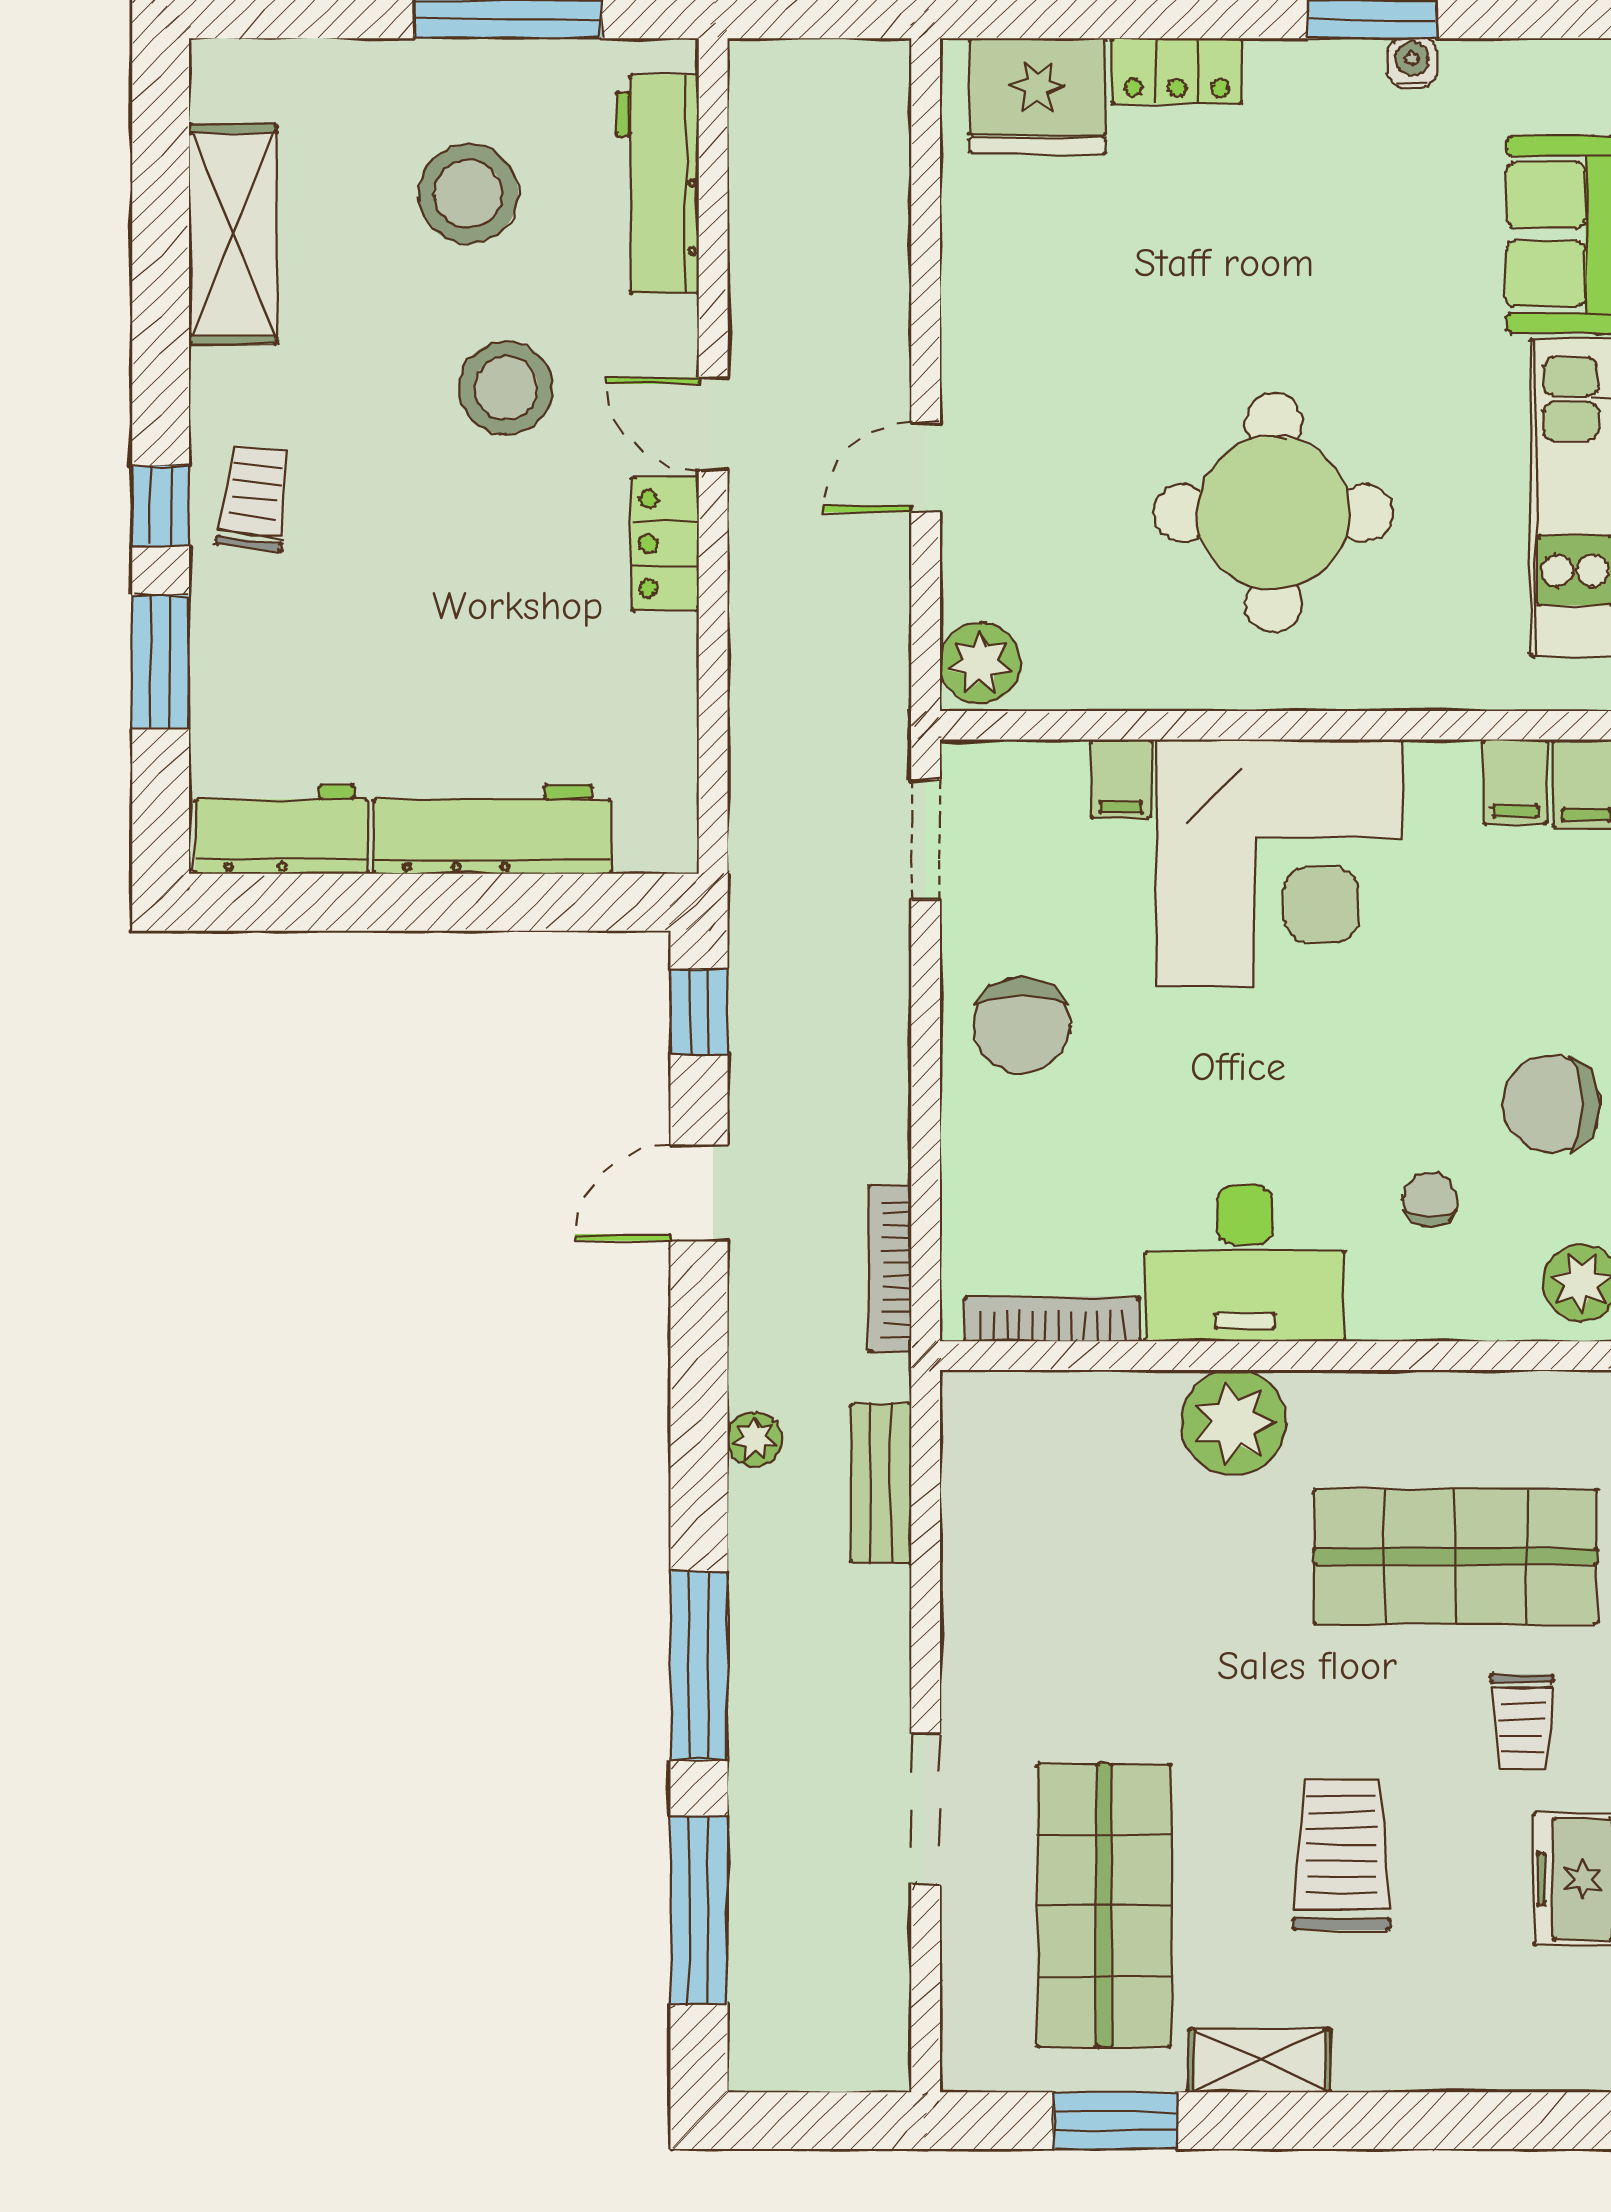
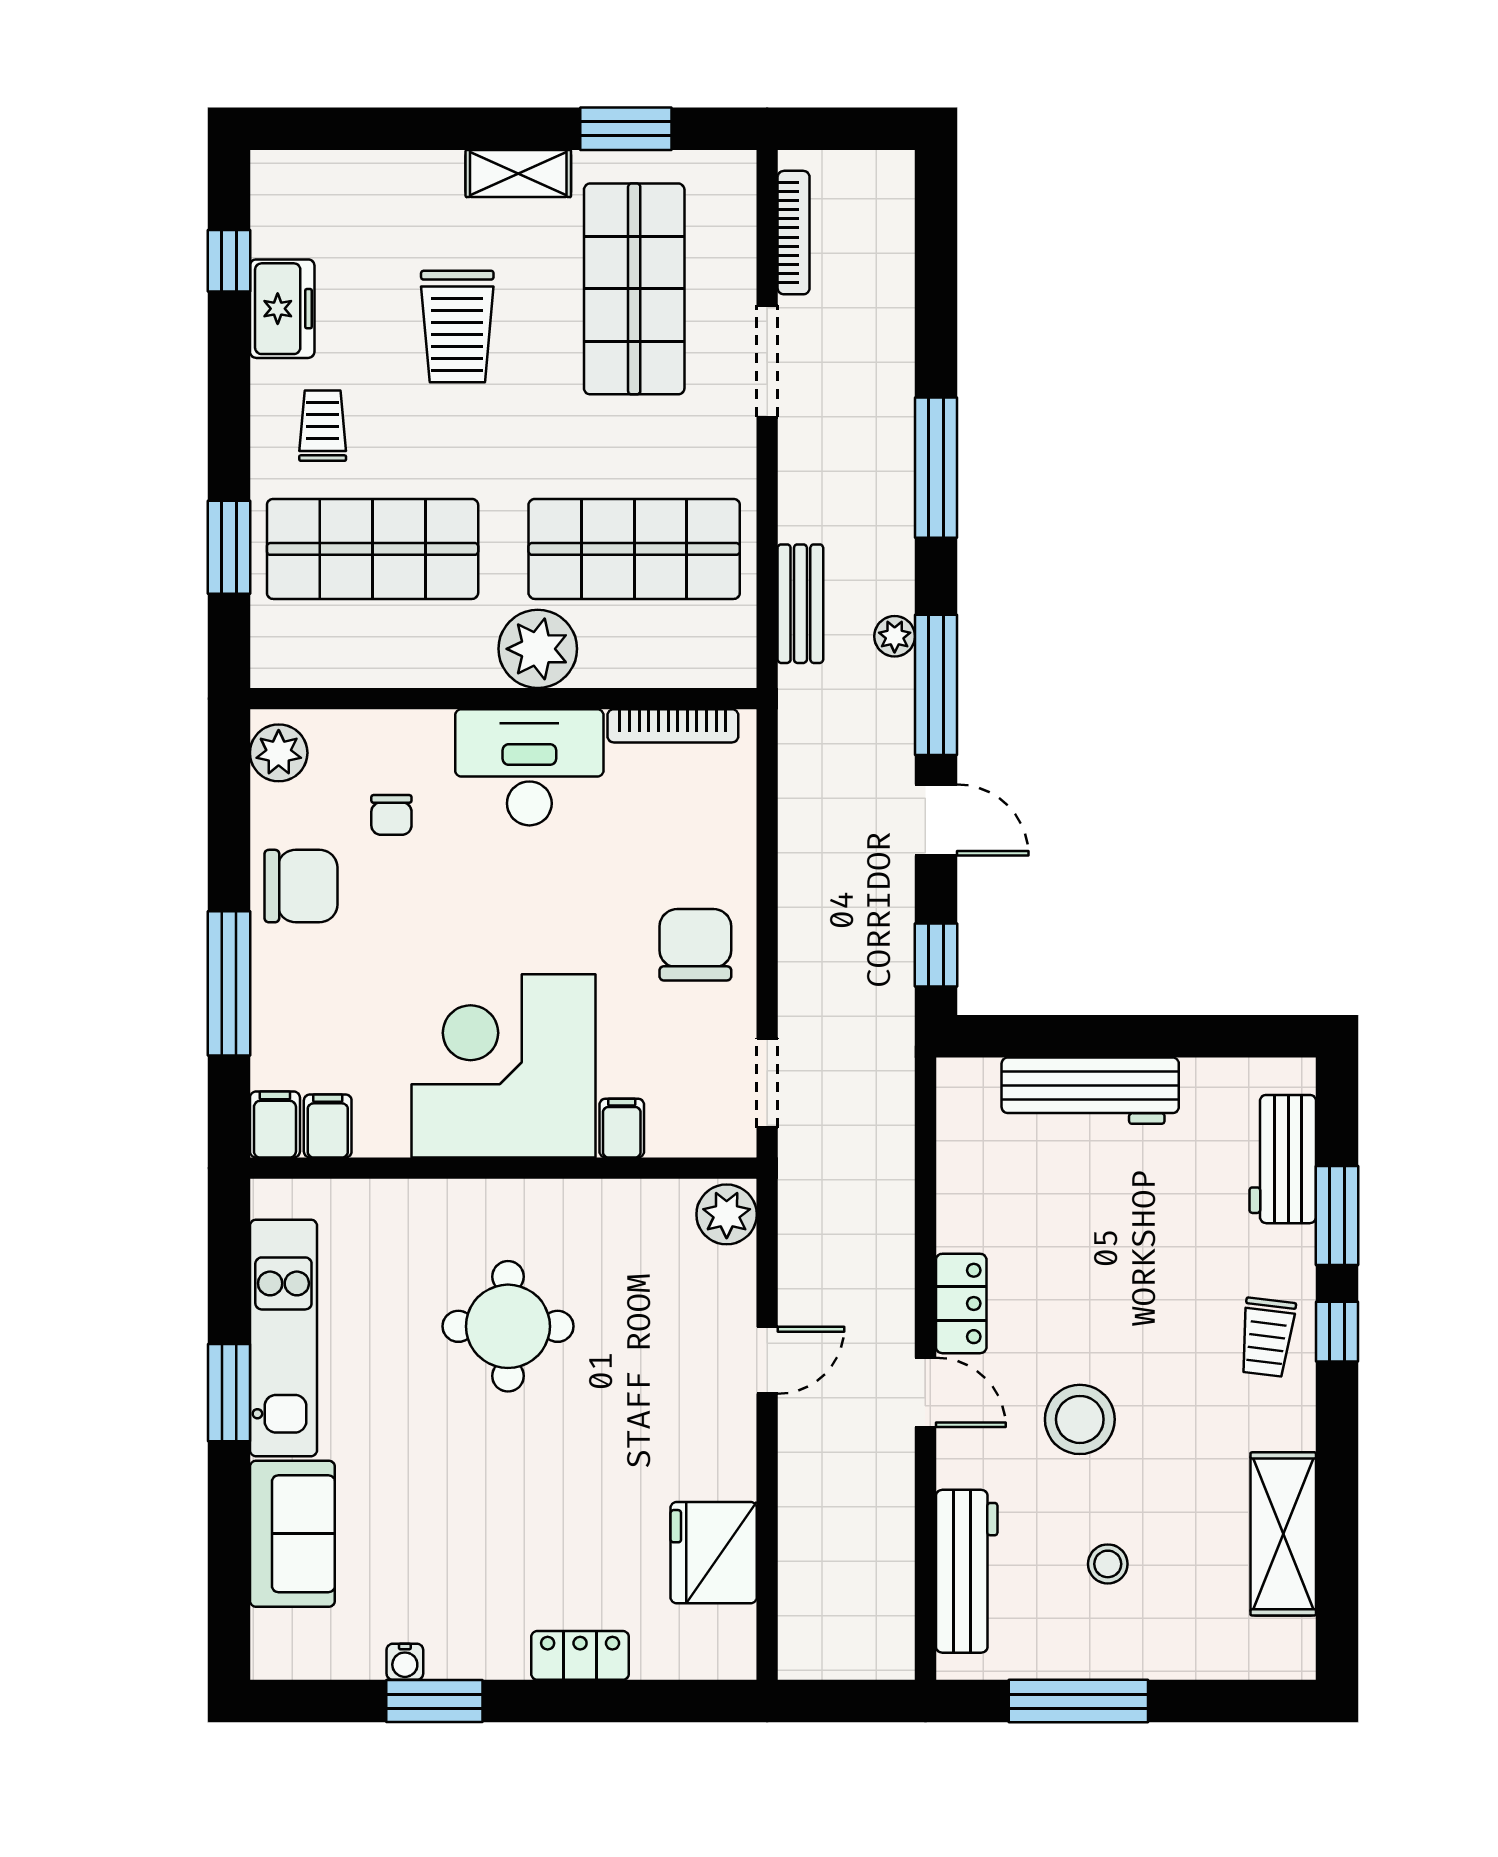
fridge: (1038, 96) -> (714, 1553), moved, turned -90
stool: (468, 194) -> (1108, 1564), width x0.53, depth x0.53
round table: (1274, 513) -> (508, 1326), width x0.73, depth x0.73
workbench: (281, 829) -> (1283, 1159), moved, turned 90
door: (699, 1193) -> (936, 820), hinge flipped
bookcase: (890, 1269) -> (794, 233), moved
shop shelf: (1104, 1557) -> (634, 549), added
window: (699, 1910) -> (936, 685), moved

